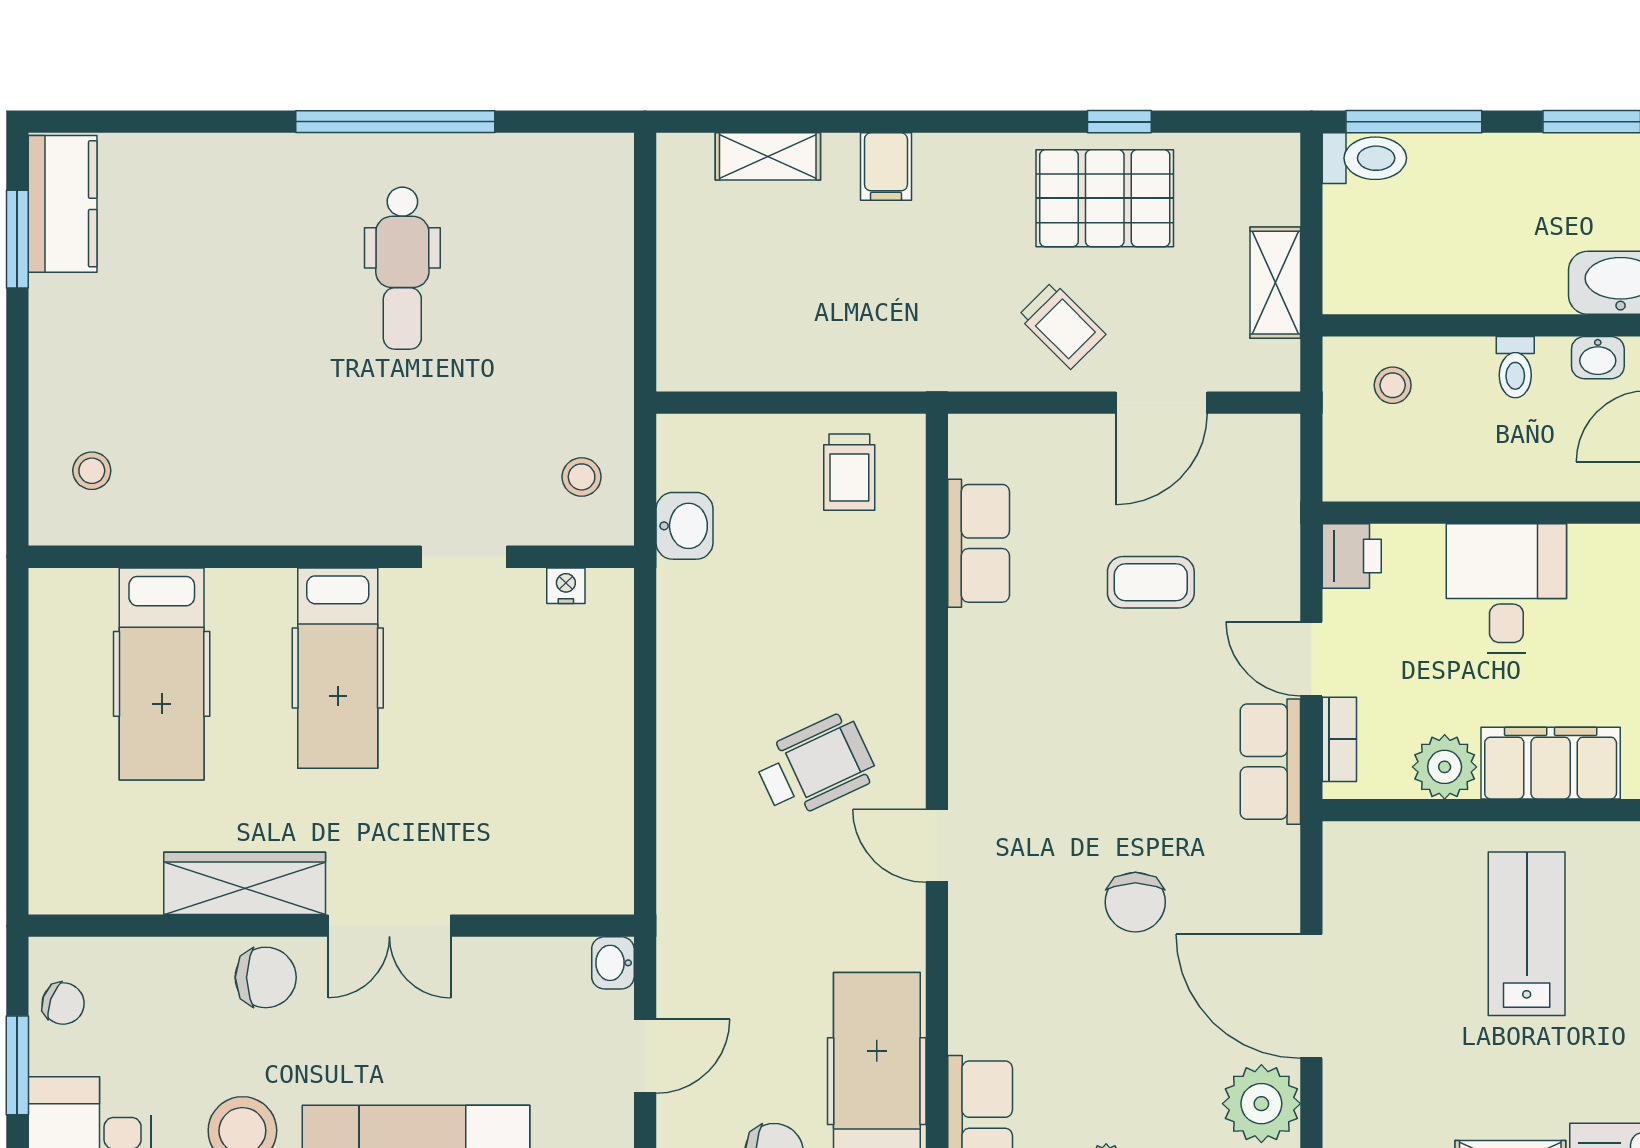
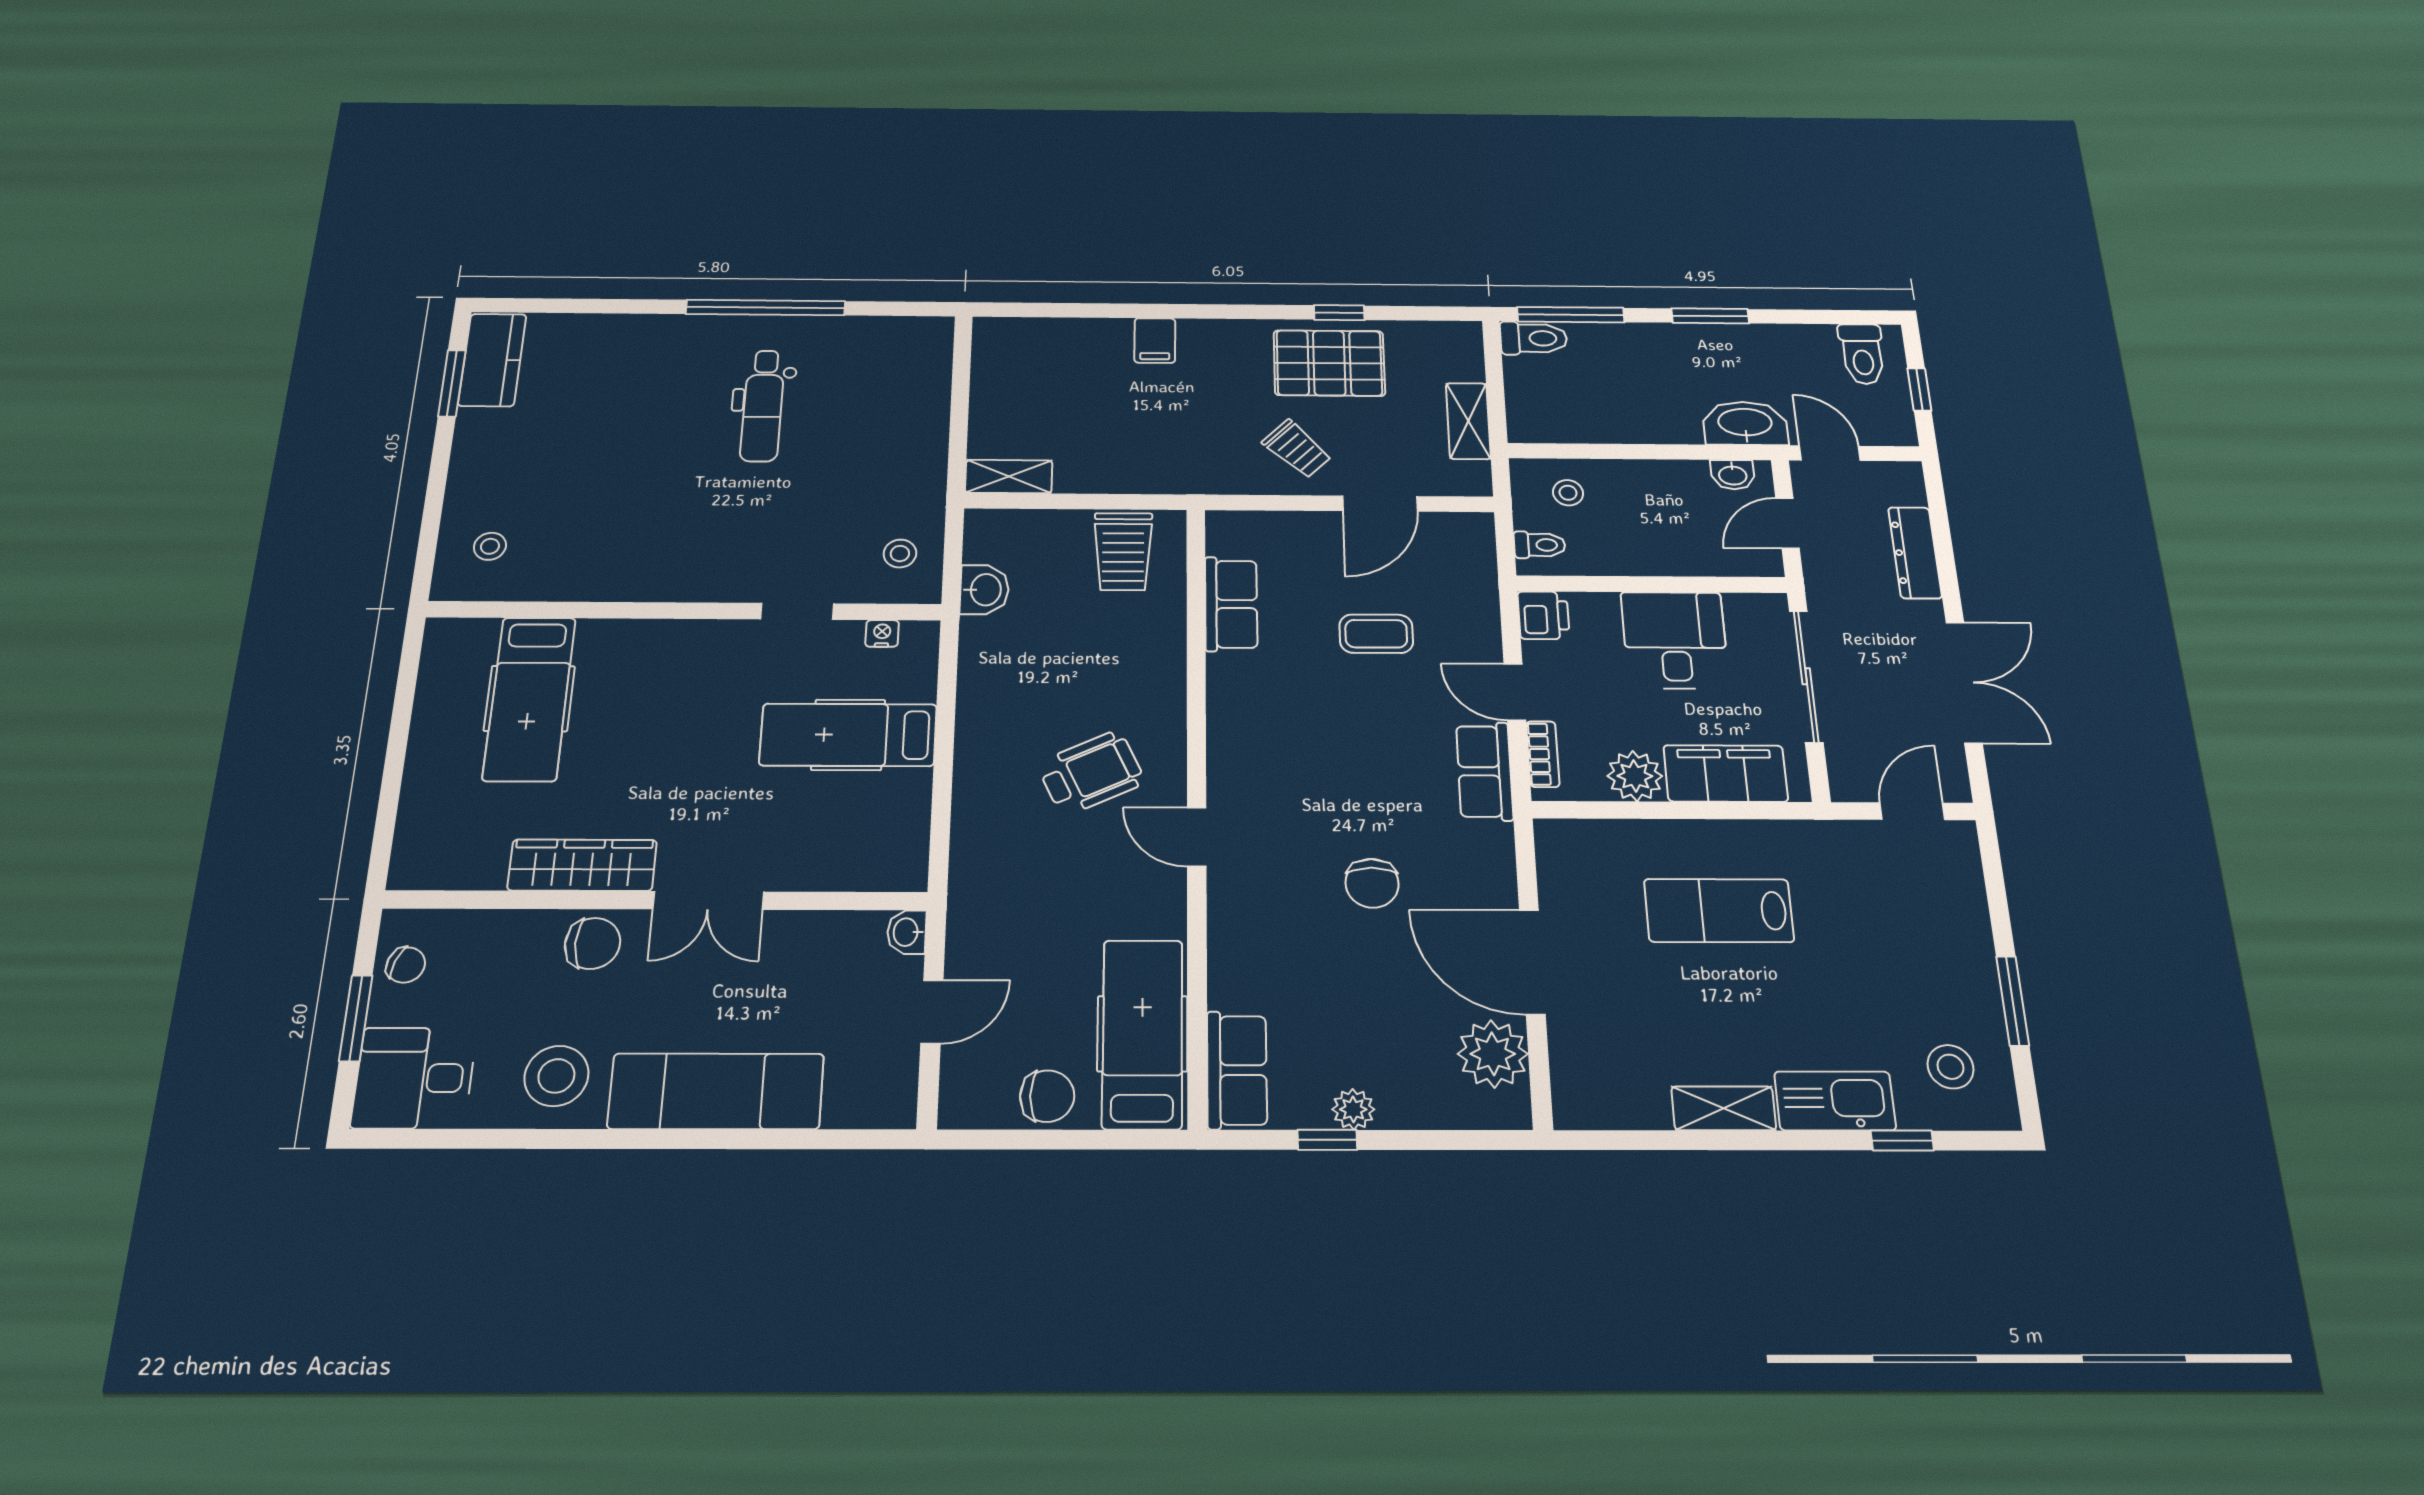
shelving: (768, 156) -> (1009, 477), moved
toilet: (1515, 367) -> (1540, 545), moved, turned -90
trolley: (849, 472) -> (1123, 551), width x1.36, depth x1.39
hospital bed: (338, 668) -> (848, 735), moved, turned 90
lab bench: (1527, 934) -> (1719, 911), turned -90

